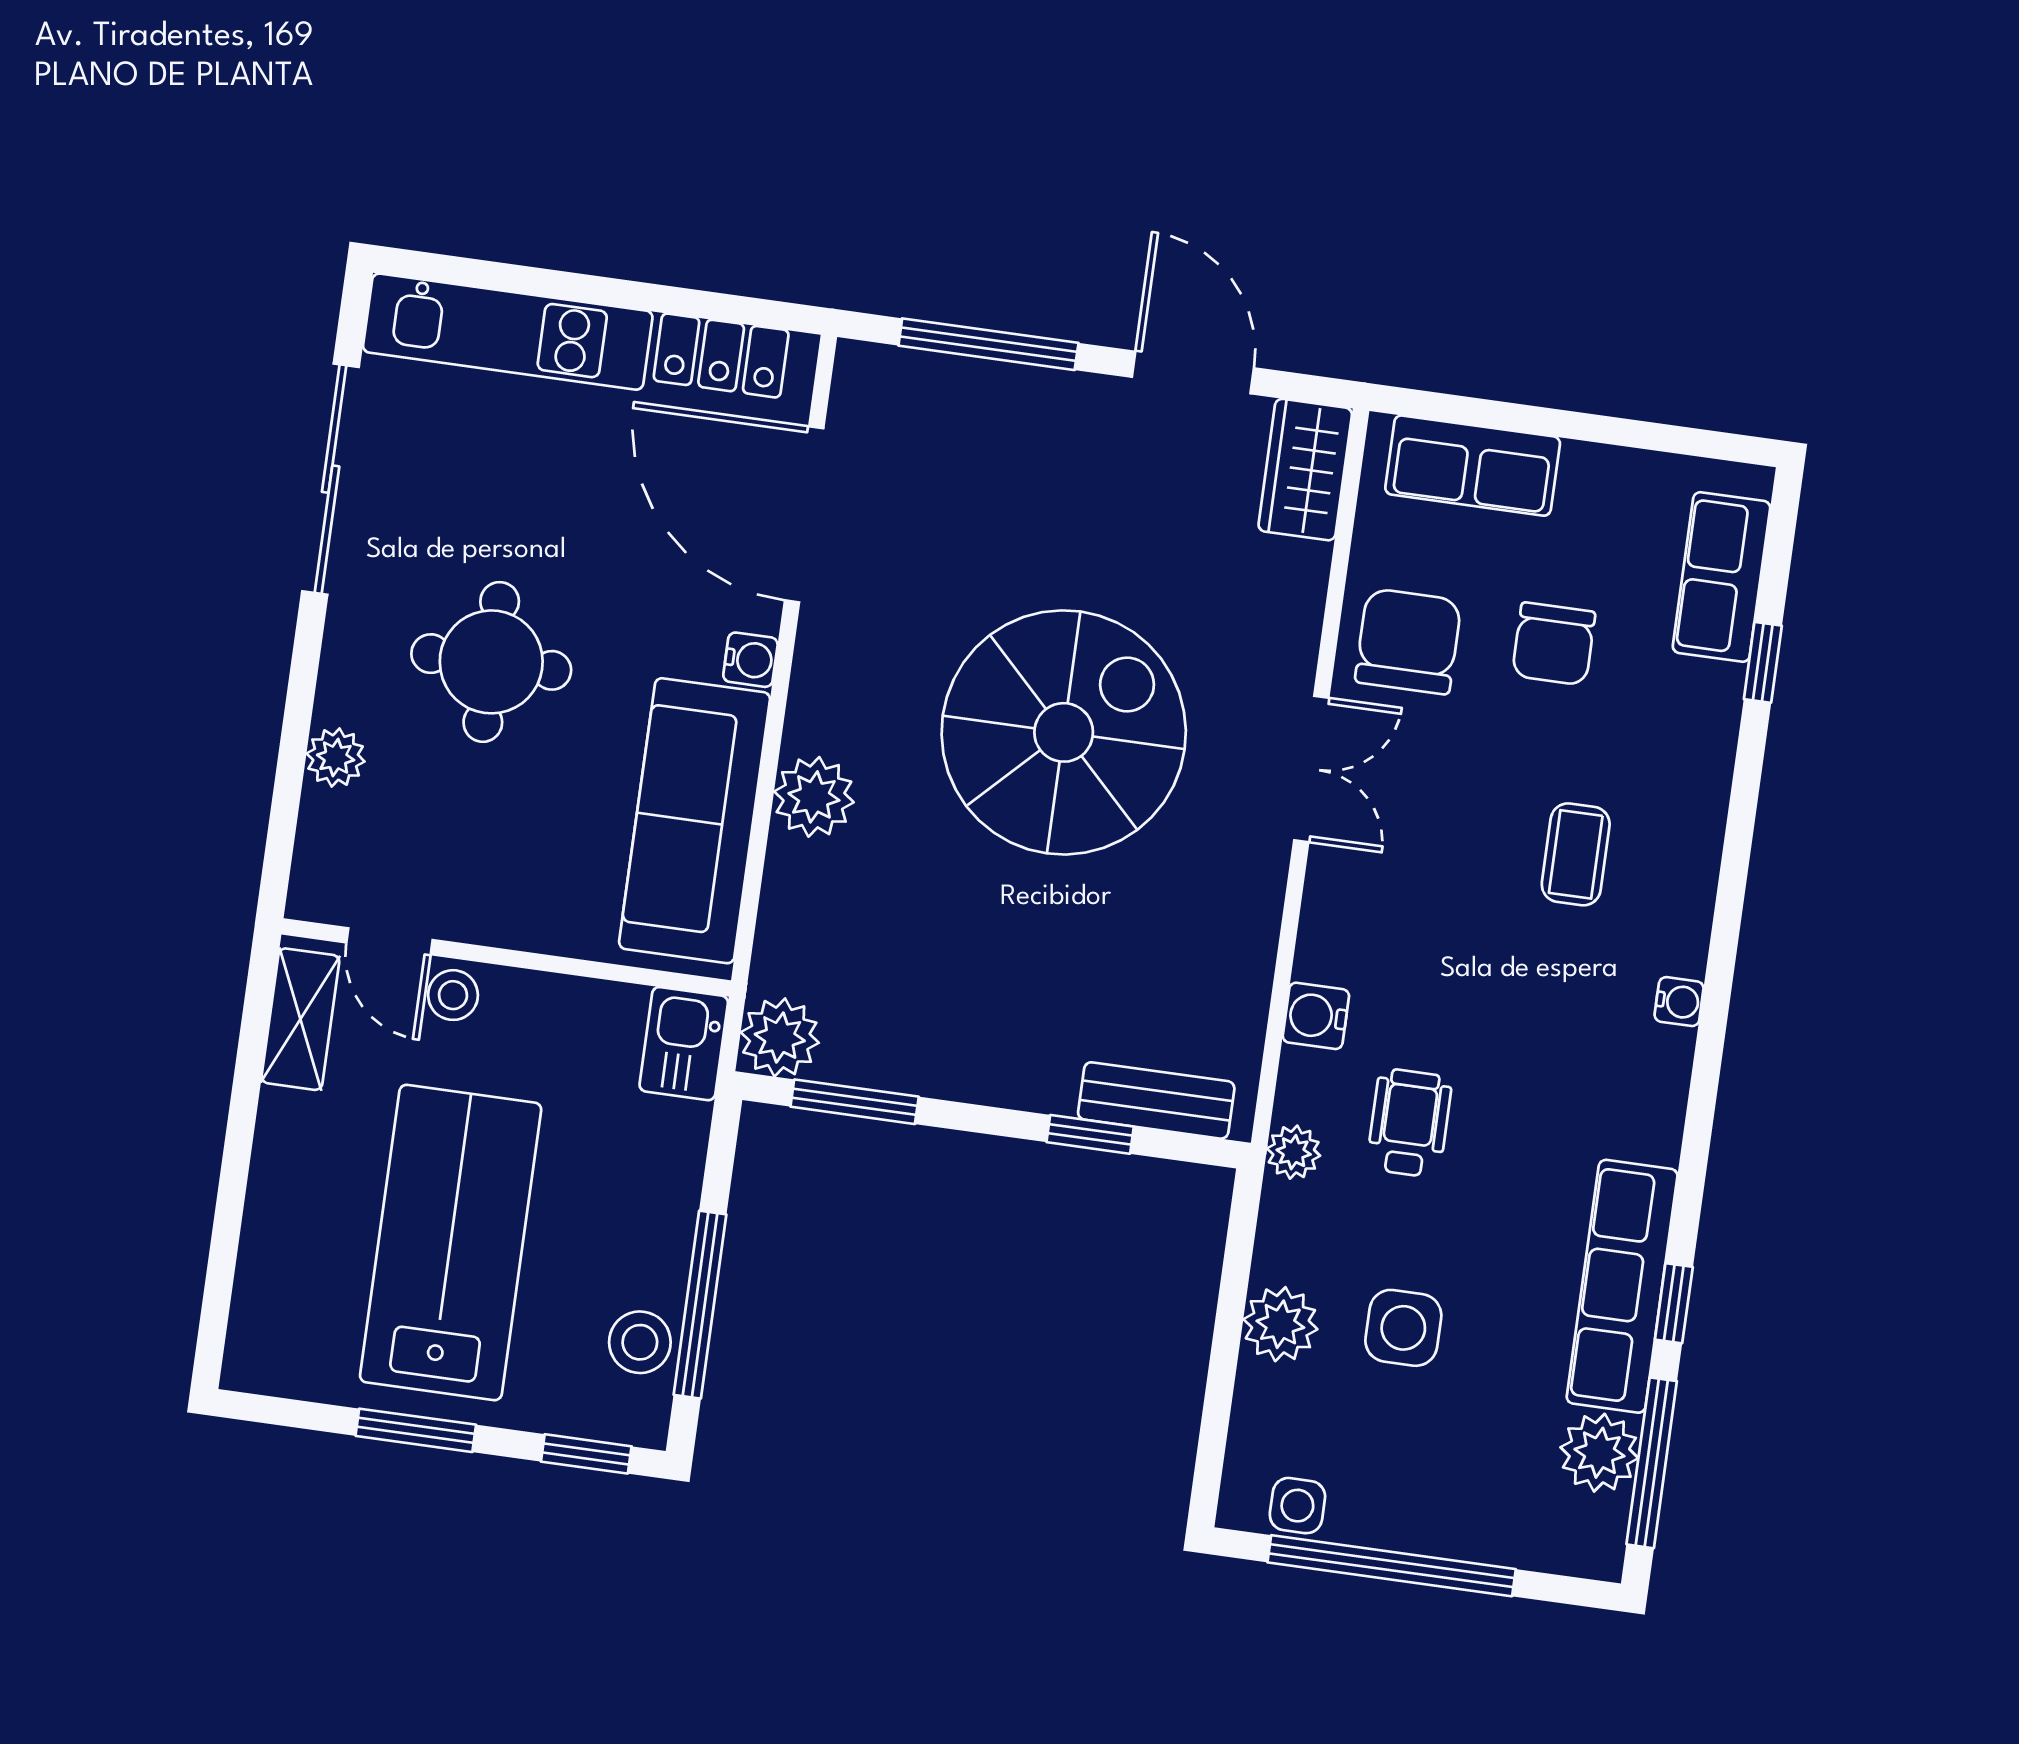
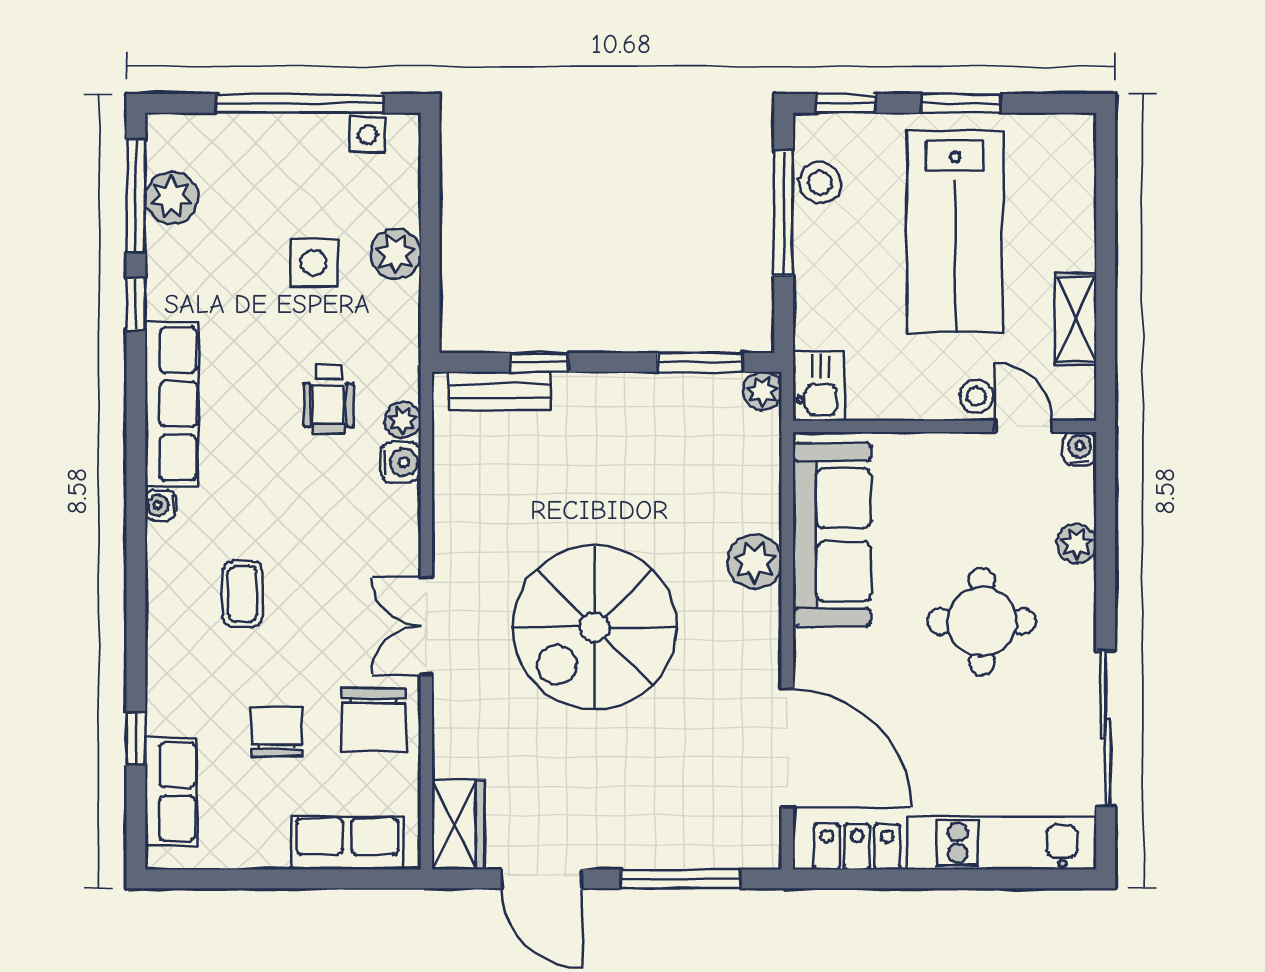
water cooler: (750, 660) -> (1080, 449), moved, turned 90
shelving: (300, 1019) -> (1076, 319), moved
plant: (780, 1038) -> (762, 391), width x0.73, depth x0.73
plant: (1294, 1152) -> (403, 420), moved
row of seats: (1622, 1286) -> (172, 404), moved

